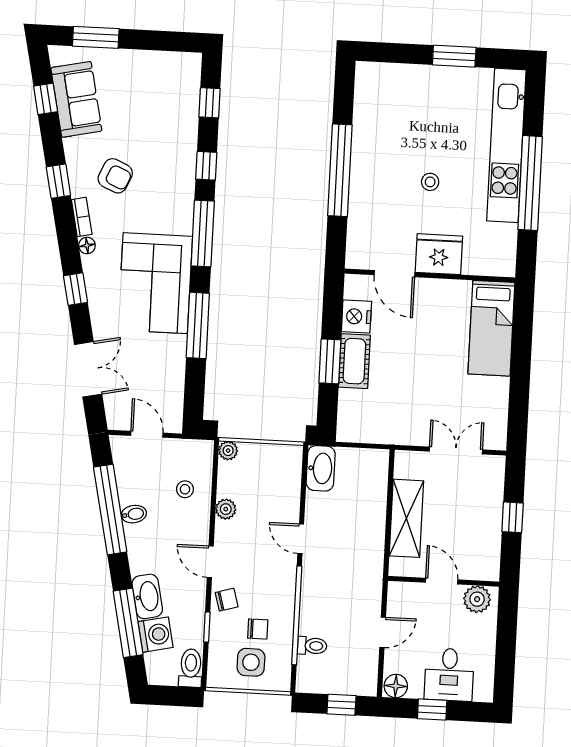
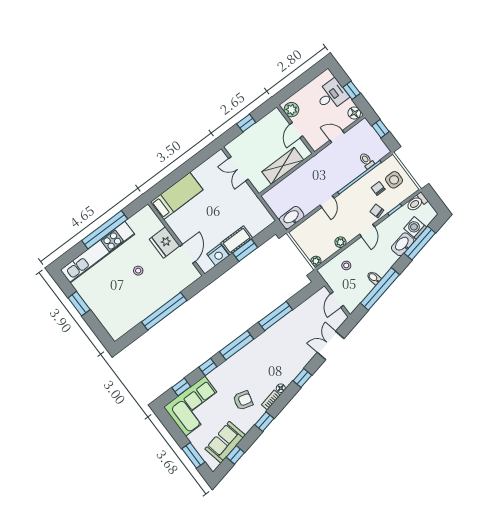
armchair: (115, 176) -> (243, 400), turned 81
corner sofa: (155, 283) -> (195, 406), moved

